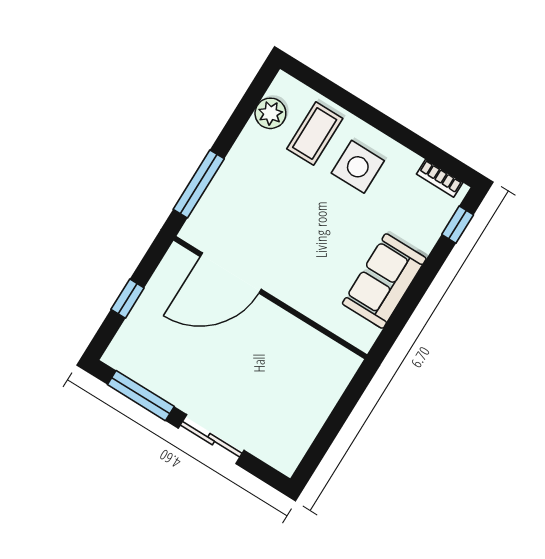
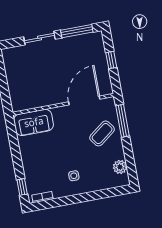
coffee table: (315, 134) -> (102, 133), moved, turned 53
side table: (358, 167) -> (74, 176), width x0.54, depth x0.54
sofa: (384, 281) -> (34, 122), moved, turned 90

